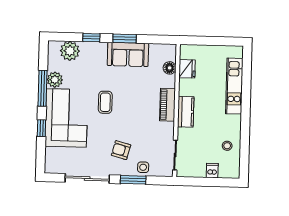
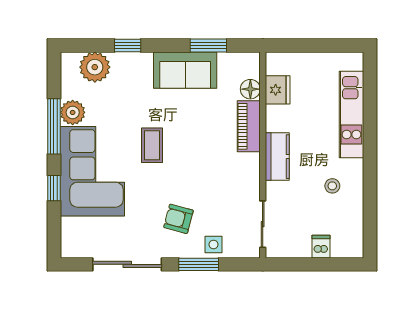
window: (125, 39) -> (208, 46), moved
piano: (168, 105) -> (249, 126), moved
stool: (227, 146) -> (332, 186), moved

